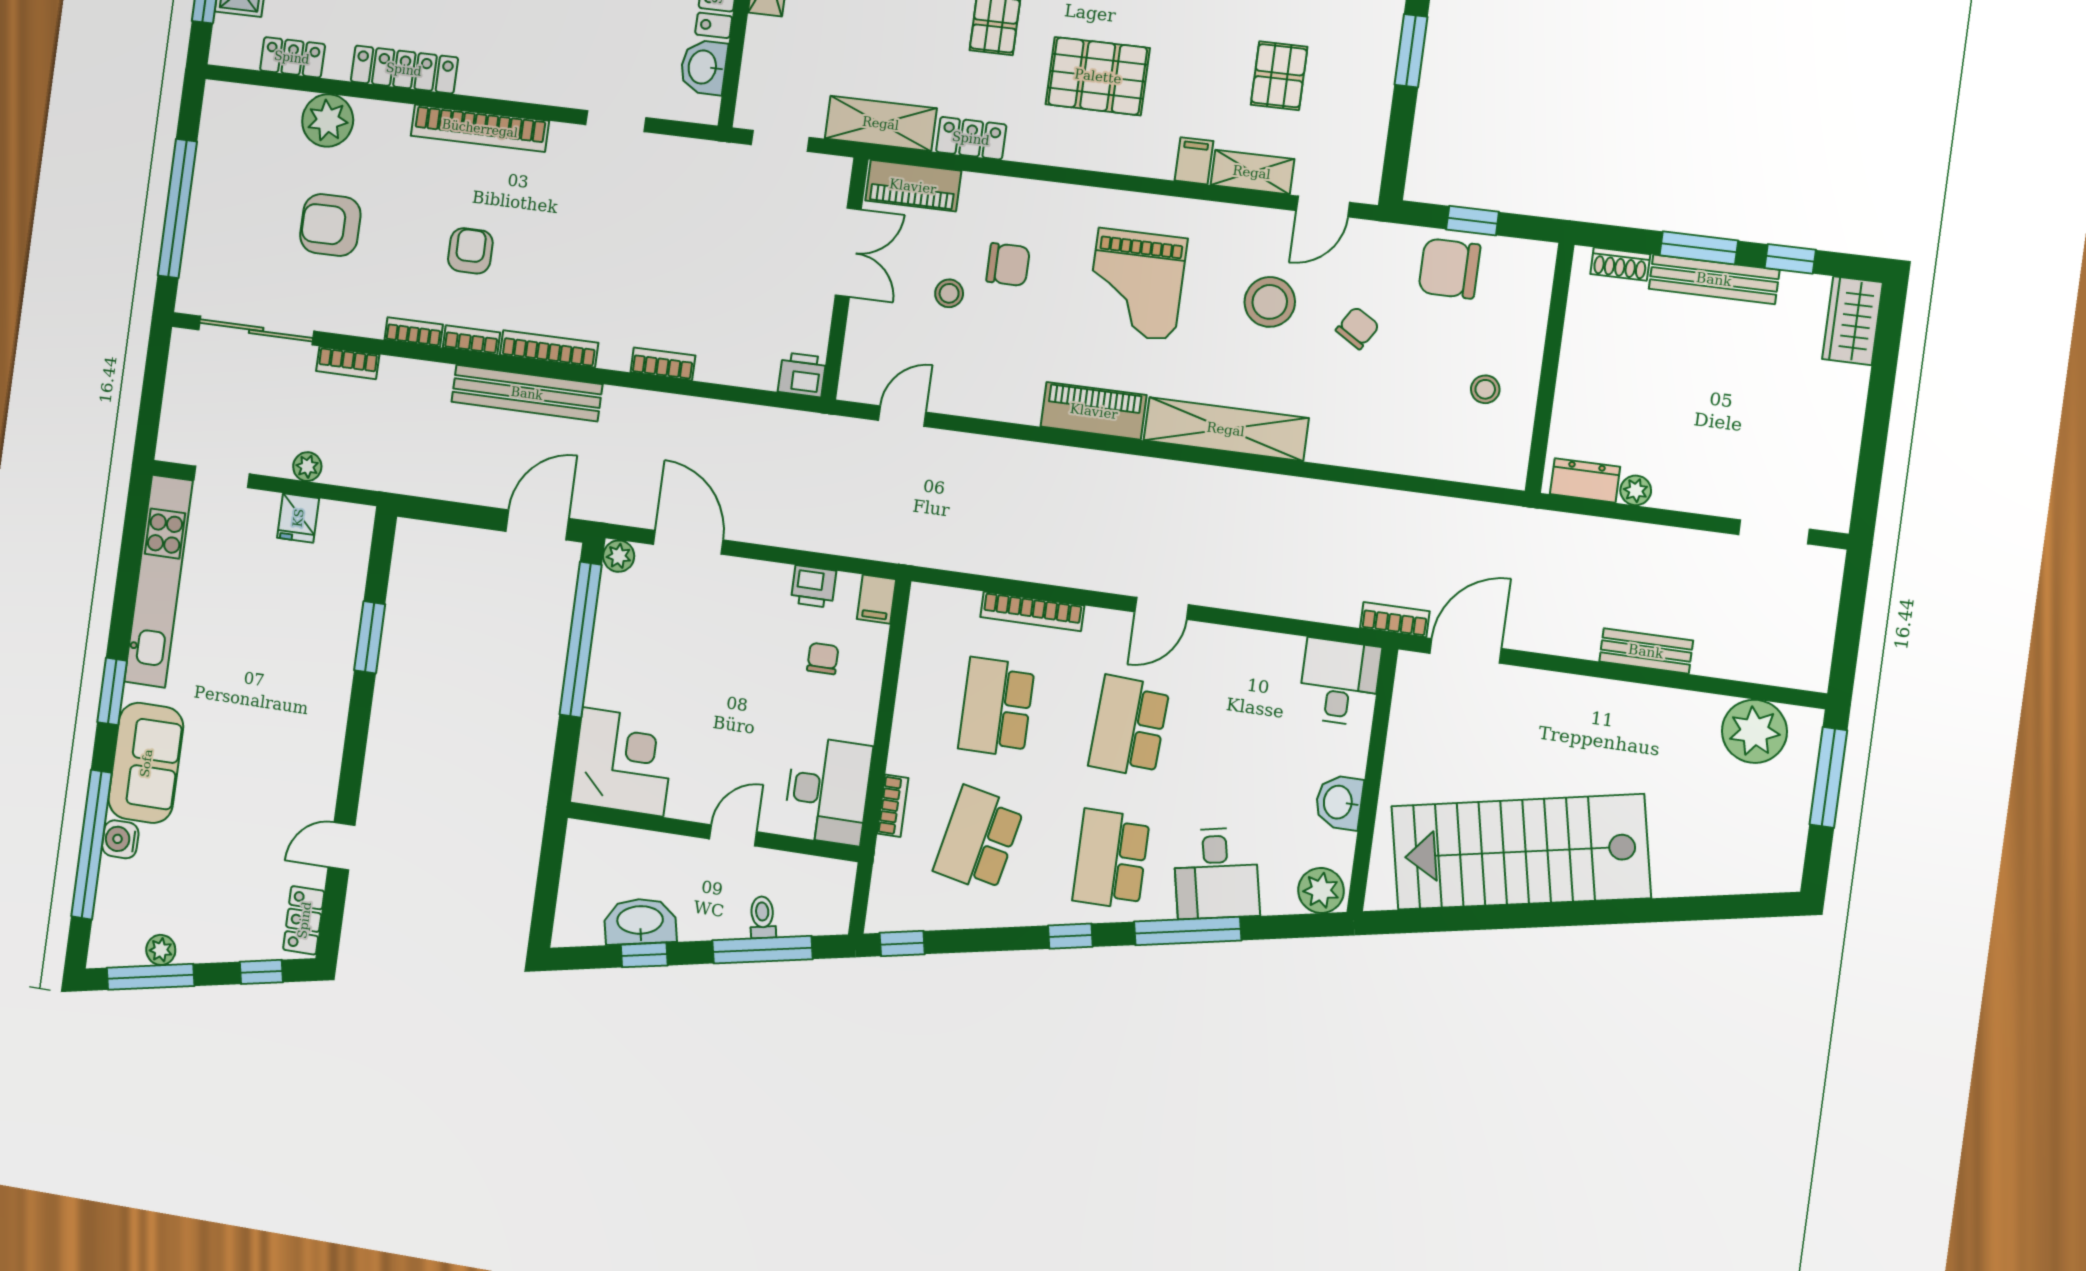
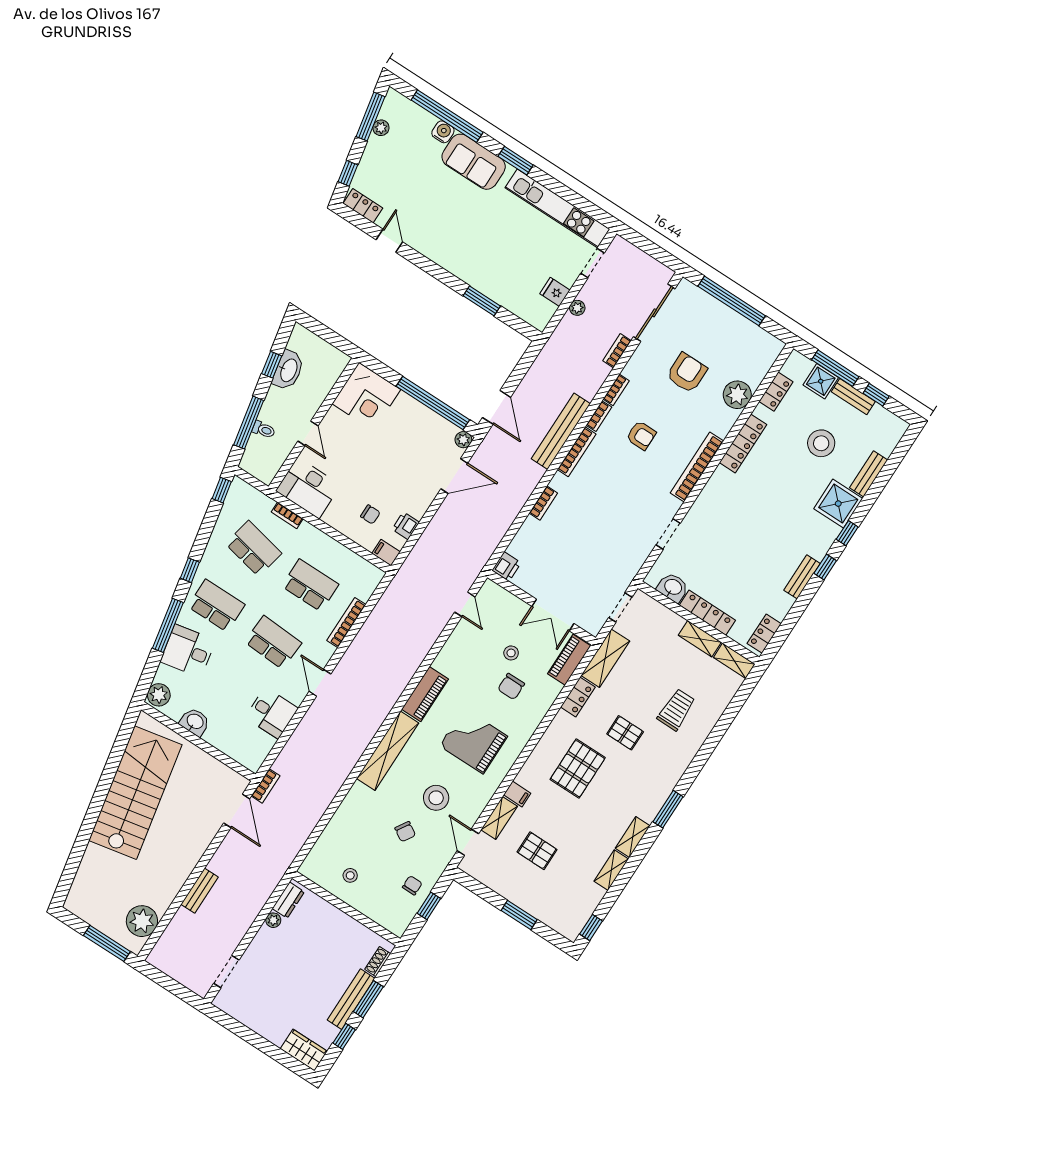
chair: (1449, 269) -> (412, 885), width x0.54, depth x0.54
desk: (1339, 682) -> (272, 713), moved

